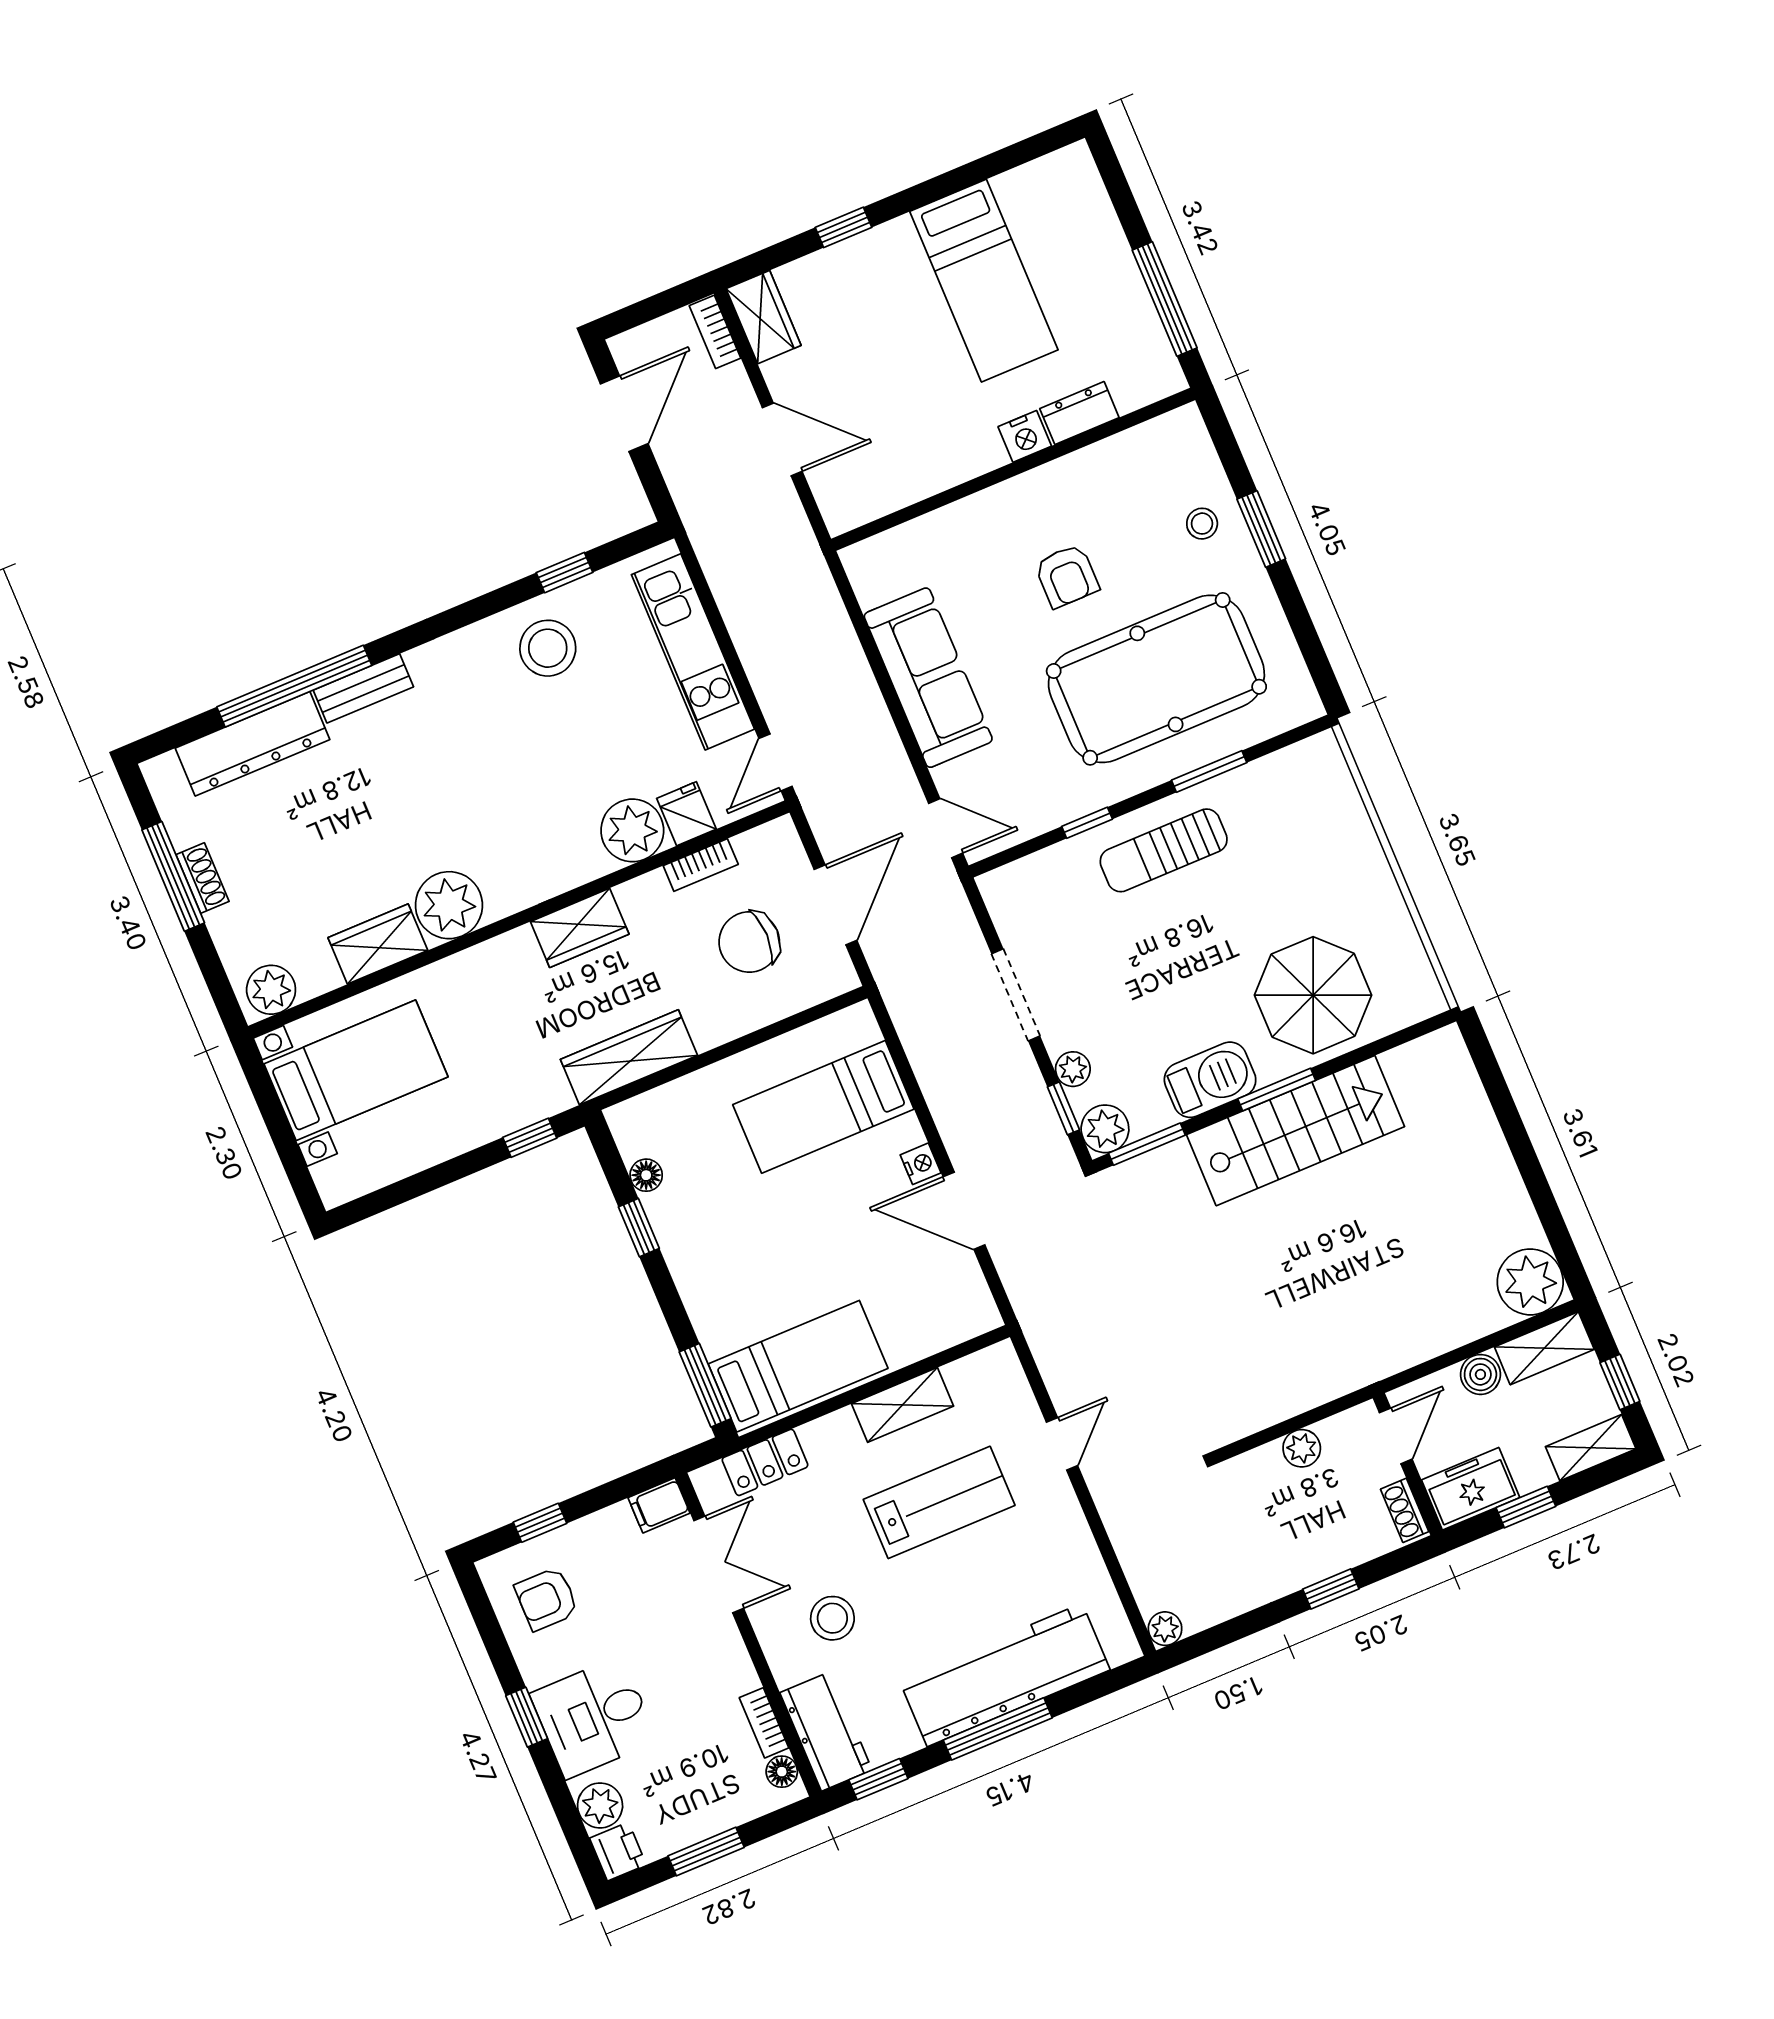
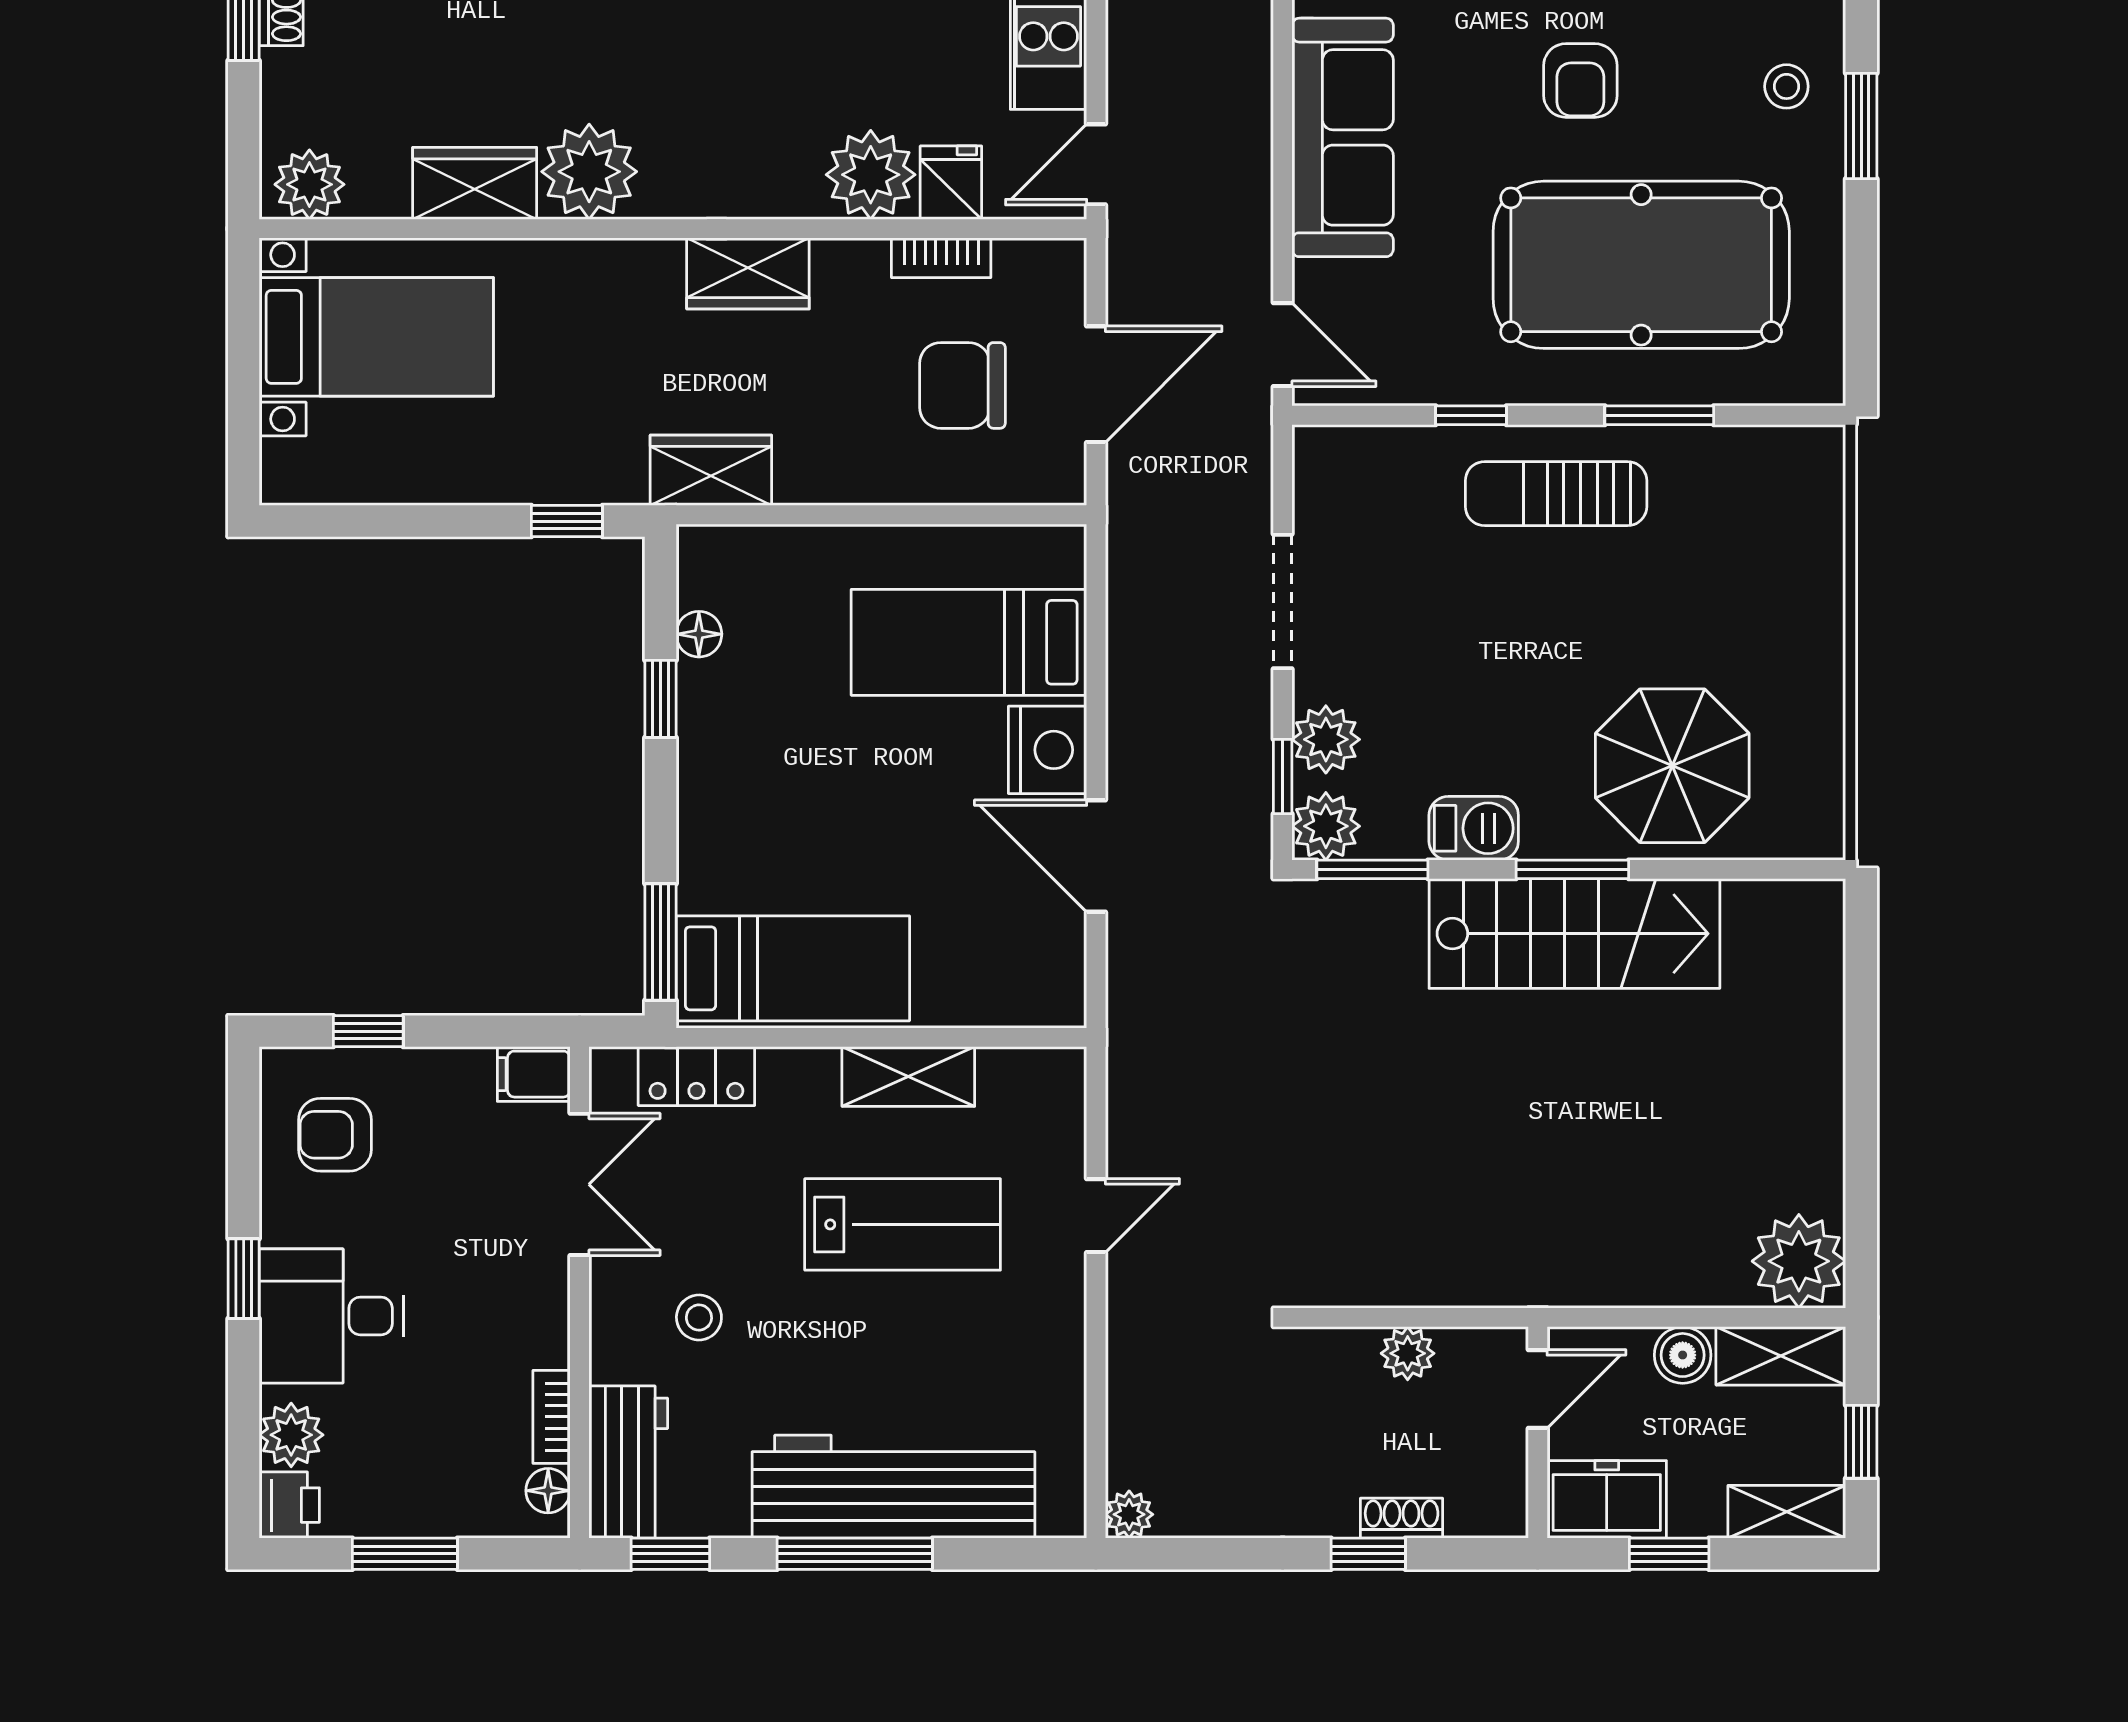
wardrobe: (629, 1057) -> (711, 470), width x0.67
plant: (1073, 1069) -> (1326, 739), width x1.38, depth x1.38
barbecue: (1210, 1080) -> (1474, 828), width x0.73, depth x0.79
nightstand: (921, 1164) -> (1047, 750), width x1.89, depth x1.79
shoe rack: (1405, 1510) -> (1402, 1518), moved, turned 90
stool: (832, 1618) -> (699, 1318), width x0.73, depth x0.73

